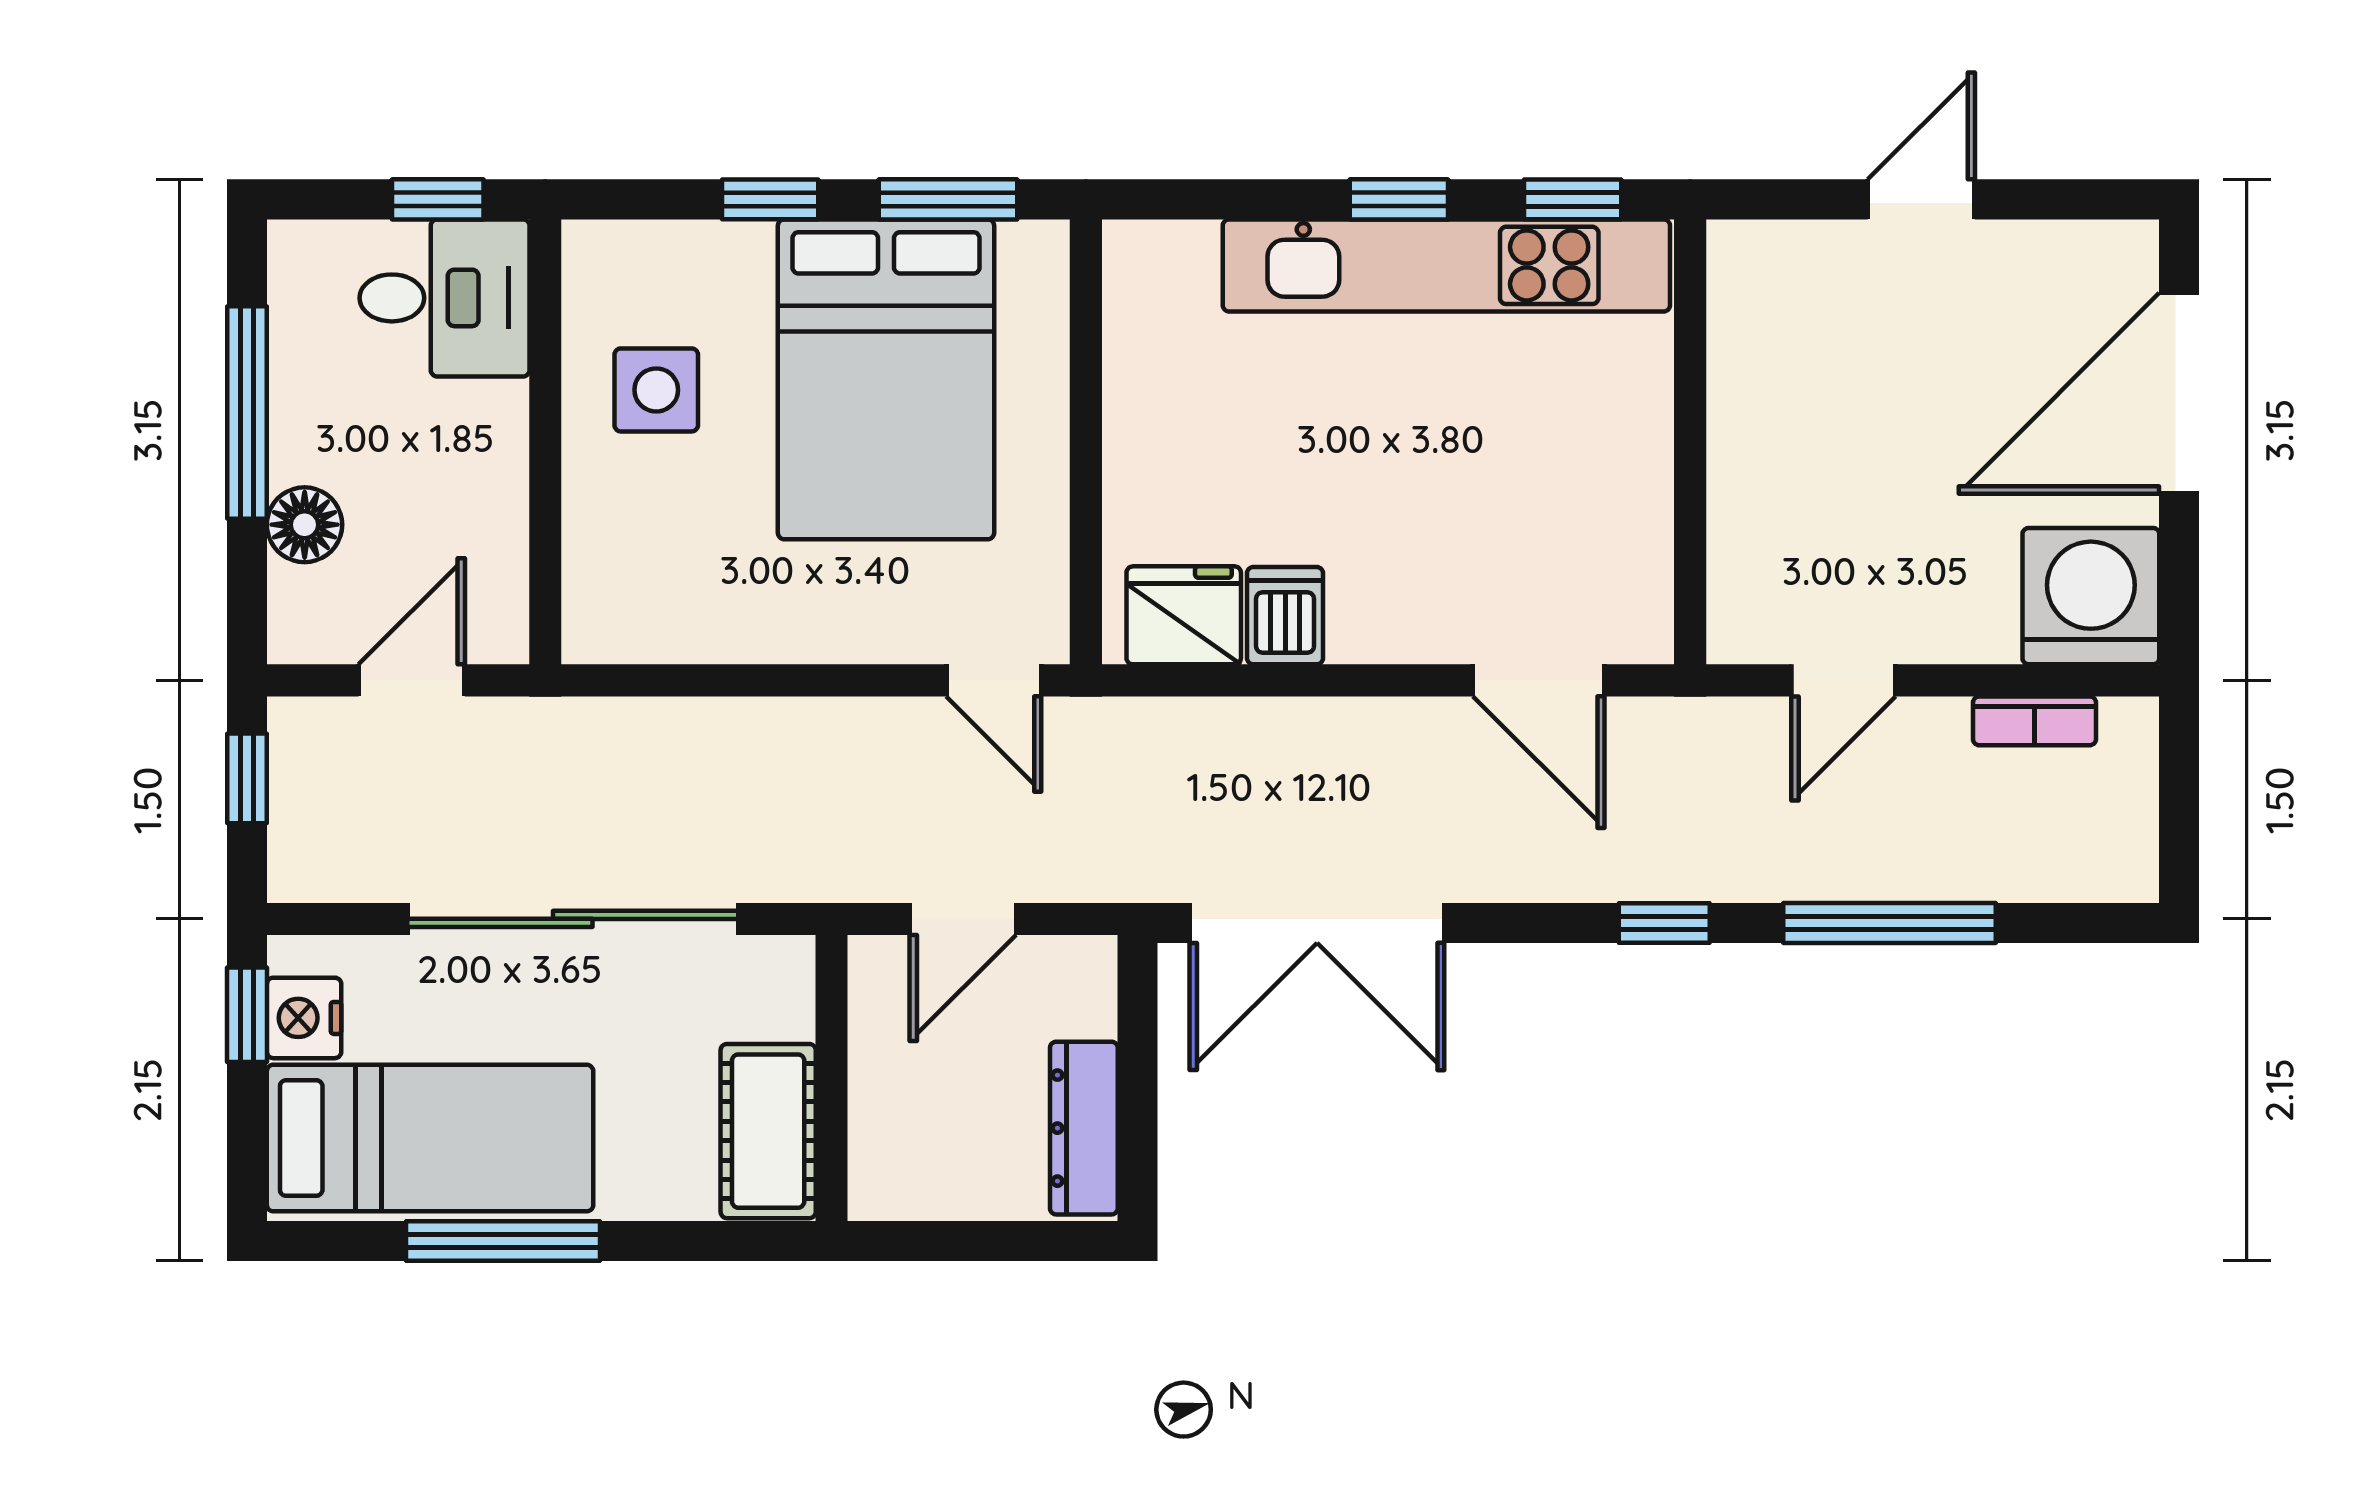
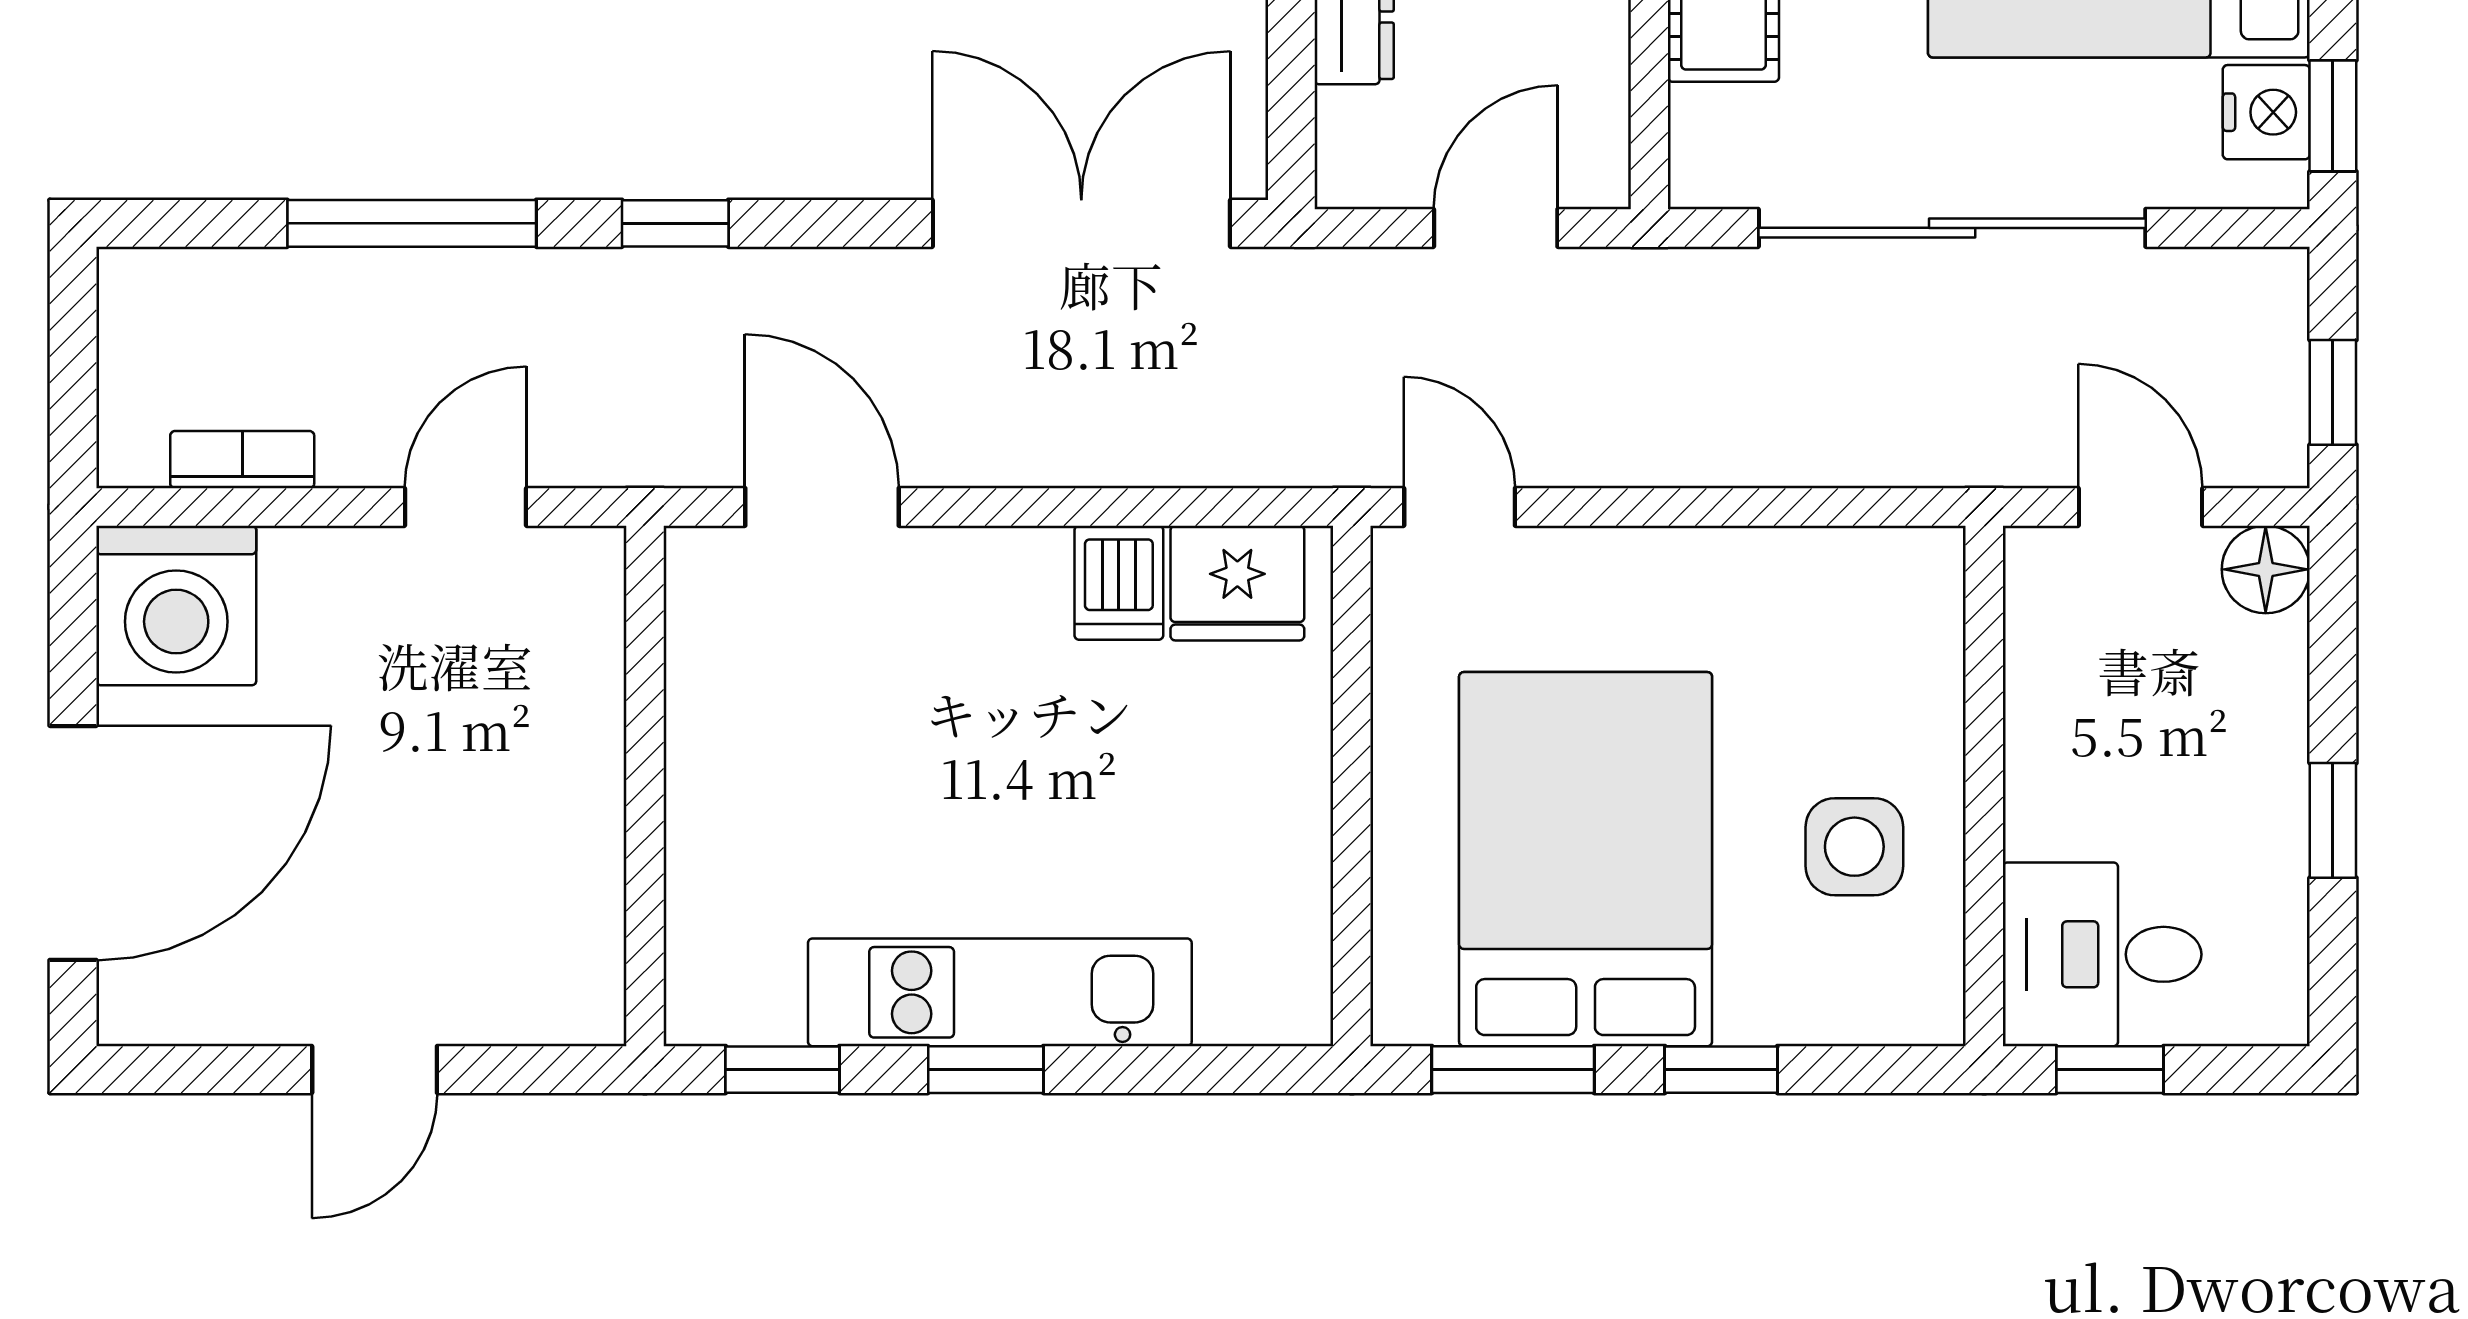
kitchen unit: (1446, 265) -> (1000, 992), width x0.73
window: (247, 412) -> (2333, 820), width x0.46
floor lamp: (305, 525) -> (2266, 569), moved
door: (412, 680) -> (2140, 507), swing flipped

